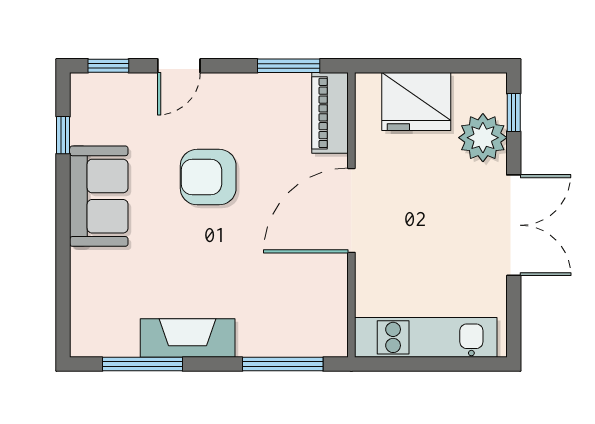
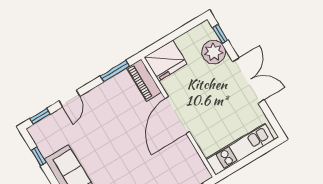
fridge: (416, 102) -> (166, 61), moved
armchair: (208, 177) -> (109, 137), removed

